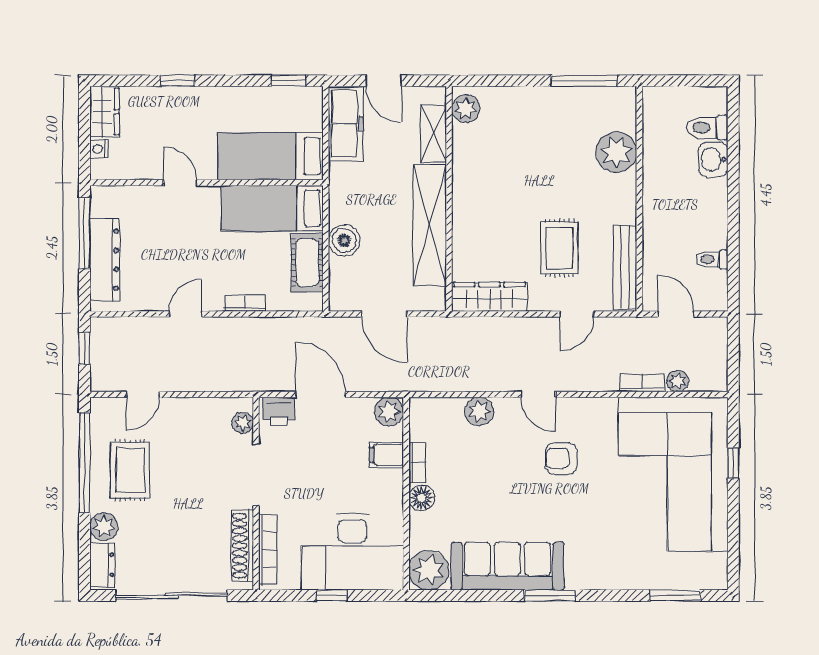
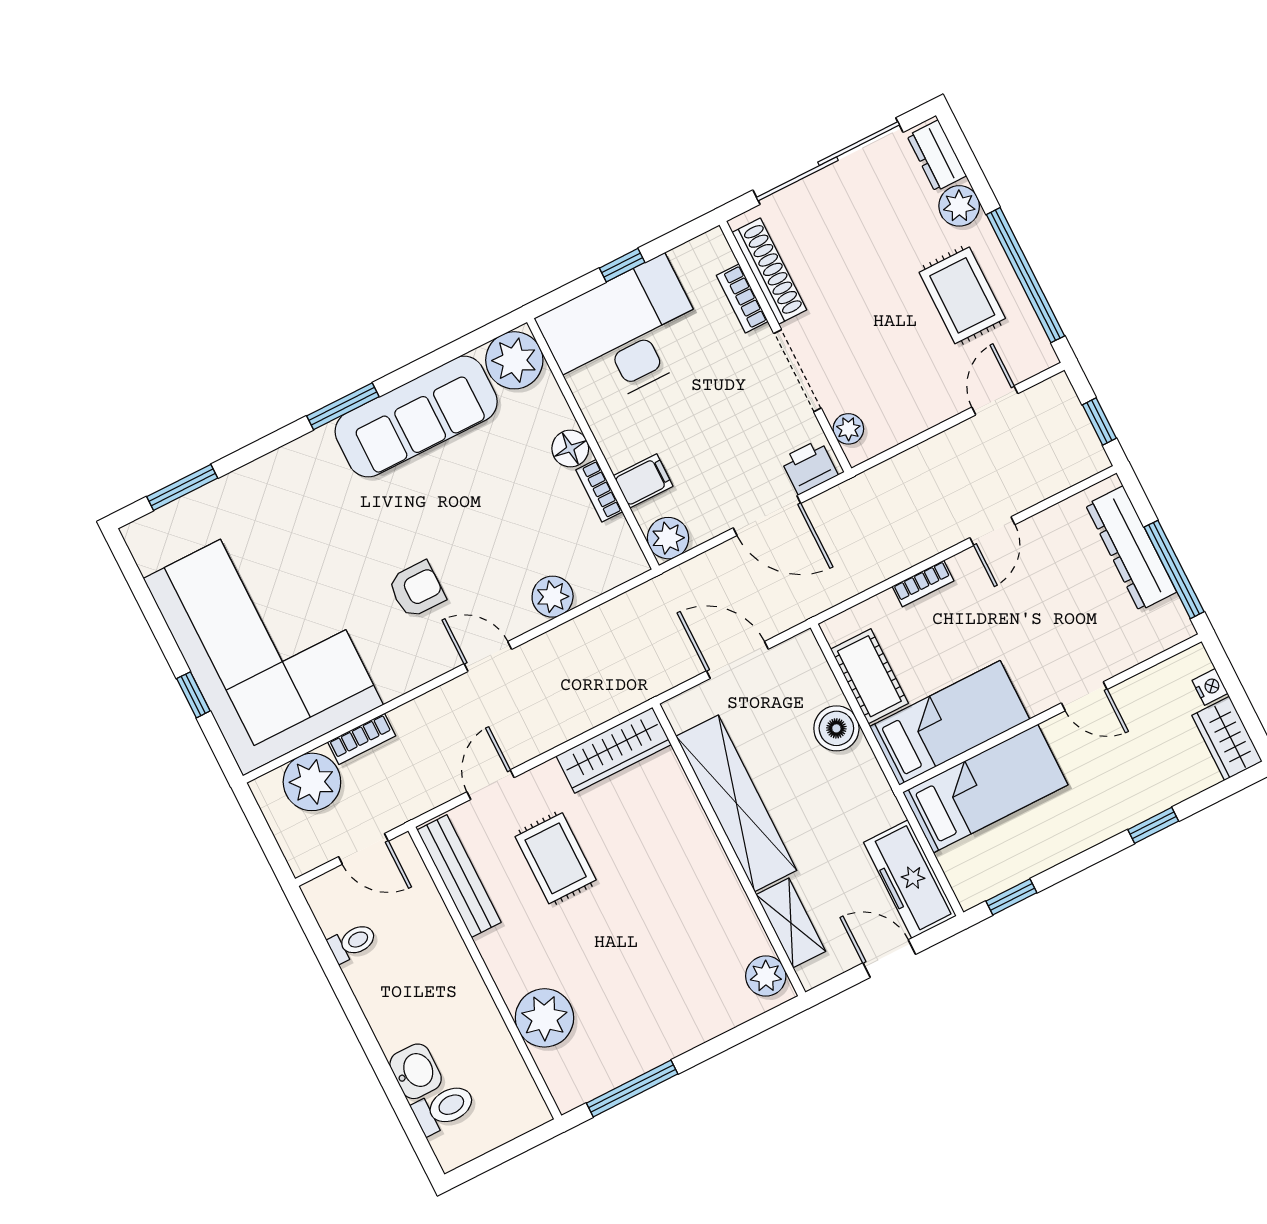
plant: (677, 381) -> (312, 782), width x1.88, depth x1.88
bookcase: (268, 550) -> (742, 298), width x0.64

